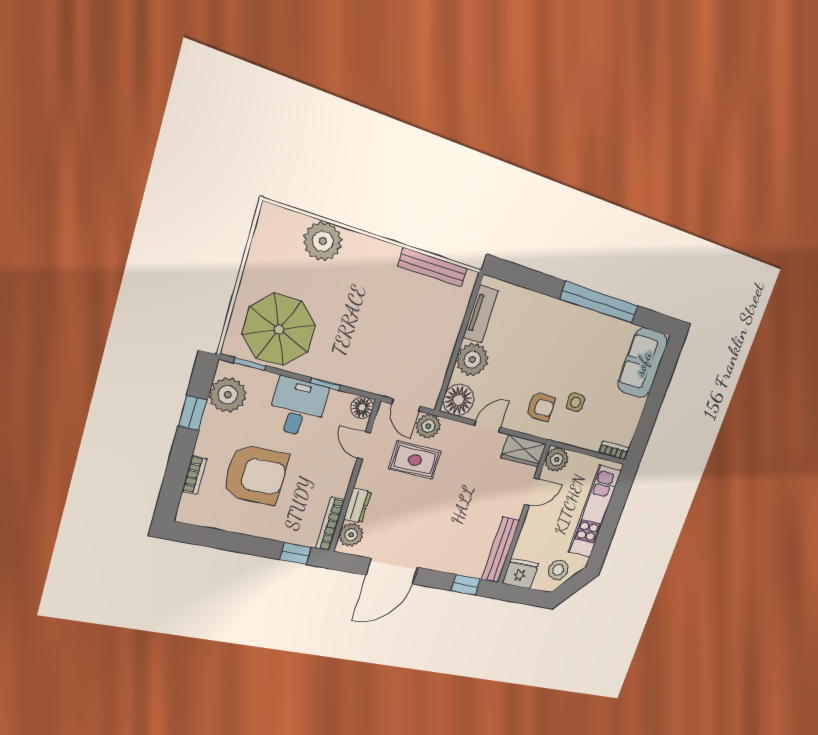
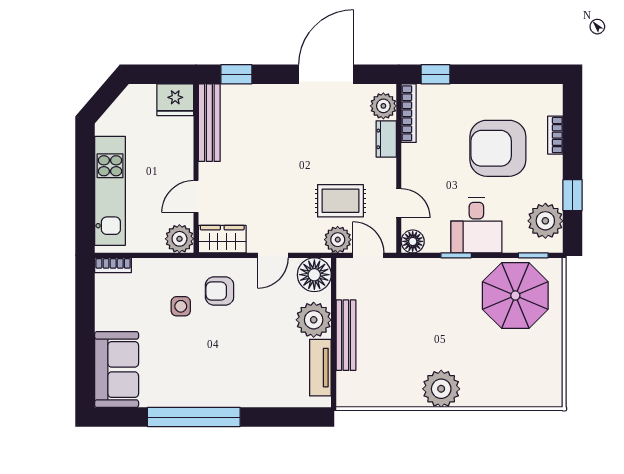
plant: (323, 241) -> (441, 389), moved
bench: (433, 267) -> (346, 335), moved, turned 90
stool: (558, 570) -> (130, 113), removed

